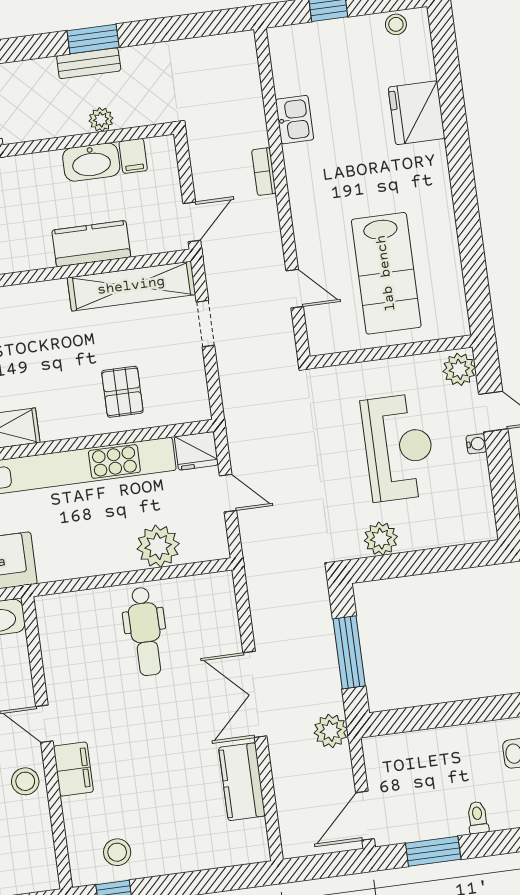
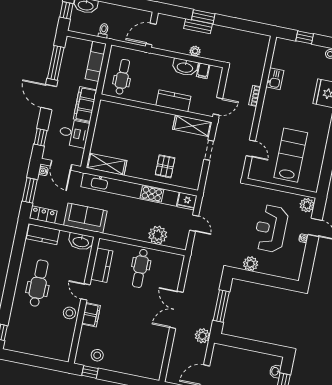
lab bench: (386, 273) -> (291, 155), turned 180
shelving: (131, 286) -> (192, 126), width x0.68
reception desk: (399, 447) -> (271, 229), turned 180
kitchen counter: (242, 782) -> (102, 265), moved, turned 180

